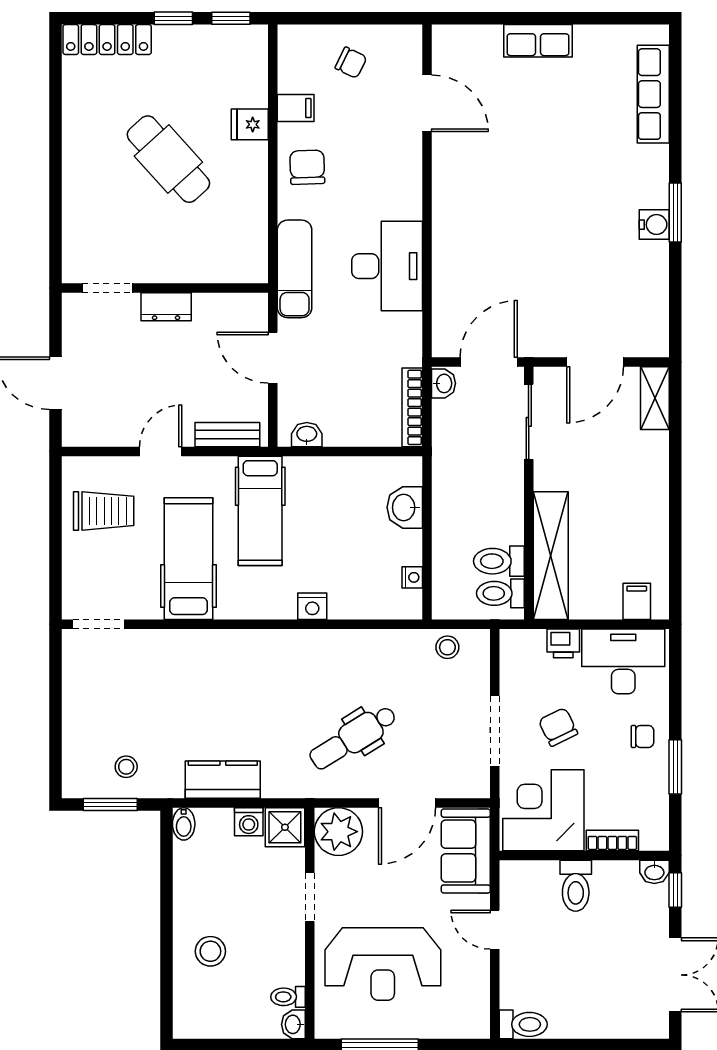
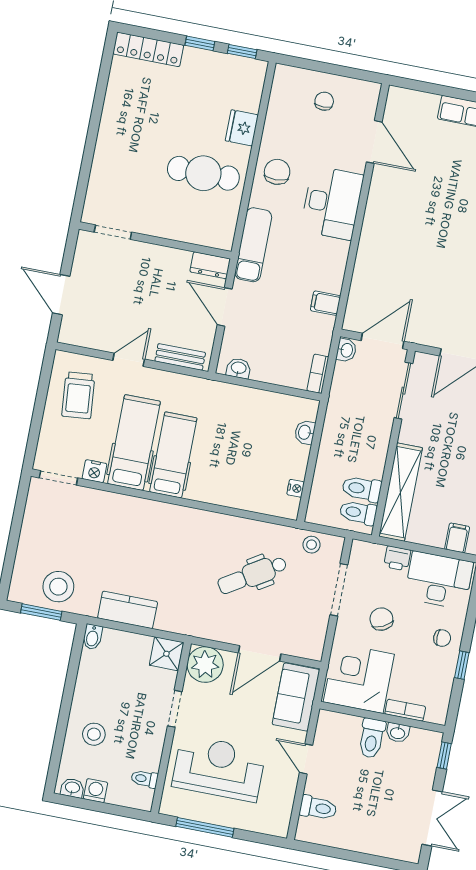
chair: (351, 63) -> (324, 101), turned -116
filing cabinet: (296, 108) -> (325, 303), moved, turned 180
fridge: (250, 124) -> (242, 128), width x1.38
cafe table: (168, 159) -> (203, 173), moved, turned -48
desk: (387, 266) -> (332, 203), moved
dresser: (166, 307) -> (210, 265), moved
bookcase: (412, 407) -> (318, 374), width x0.64
washbasin: (405, 507) -> (305, 432), width x0.72, depth x0.69
trolley: (104, 511) -> (78, 395), turned 85
hospital bed: (260, 511) -> (173, 455), moved, turned 180
nightstand: (312, 606) -> (94, 471), moved
doorway: (495, 731) -> (339, 590), moved
dental chair: (353, 737) -> (252, 575), moved
stool: (126, 767) -> (58, 587), width x1.89, depth x1.89
window: (675, 767) -> (462, 665), width x0.67
washing machine: (249, 822) -> (96, 791), moved, turned 180
washbasin: (654, 872) -> (398, 733), moved
reception desk: (383, 964) -> (219, 768), turned 180
washbasin: (293, 1024) -> (72, 788), moved, turned 90
toilet: (523, 1024) -> (318, 808), moved

